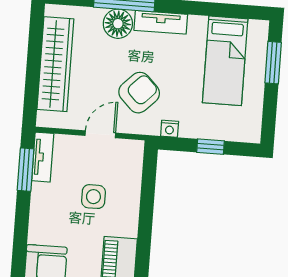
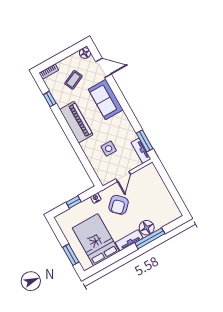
bed: (225, 61) -> (96, 240), width x1.50
wardrobe: (55, 64) -> (162, 193), removed

